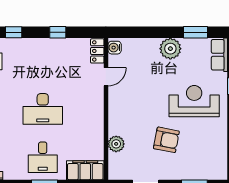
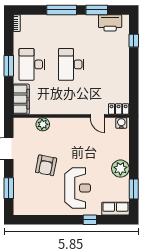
window: (58, 32) -> (134, 77), removed
desk: (43, 157) -> (32, 64), width x1.37

